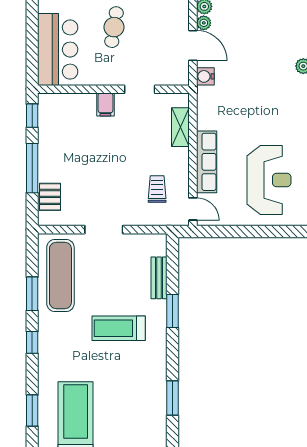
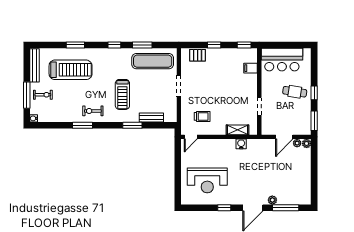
water cooler: (205, 76) -> (241, 144), moved
filing cabinet: (105, 104) -> (250, 68), moved
row of seats: (207, 162) -> (218, 145), removed
window: (32, 168) -> (214, 45), width x0.46
treadmill: (119, 328) -> (122, 94), turned 180
exercise bike: (148, 380) -> (93, 111), added

